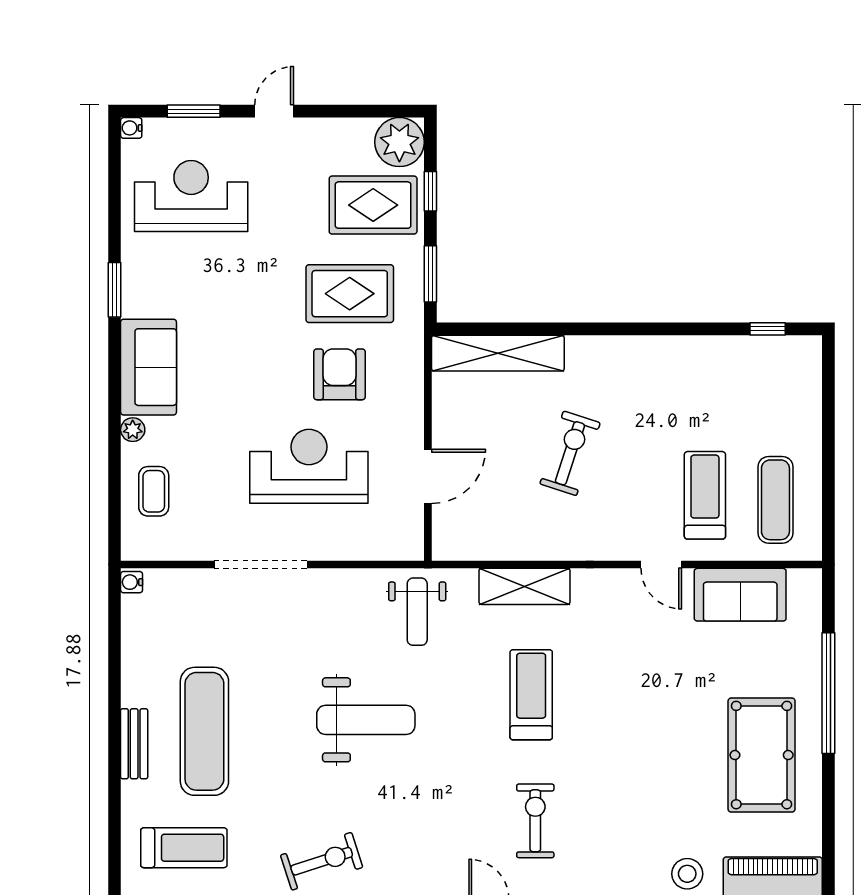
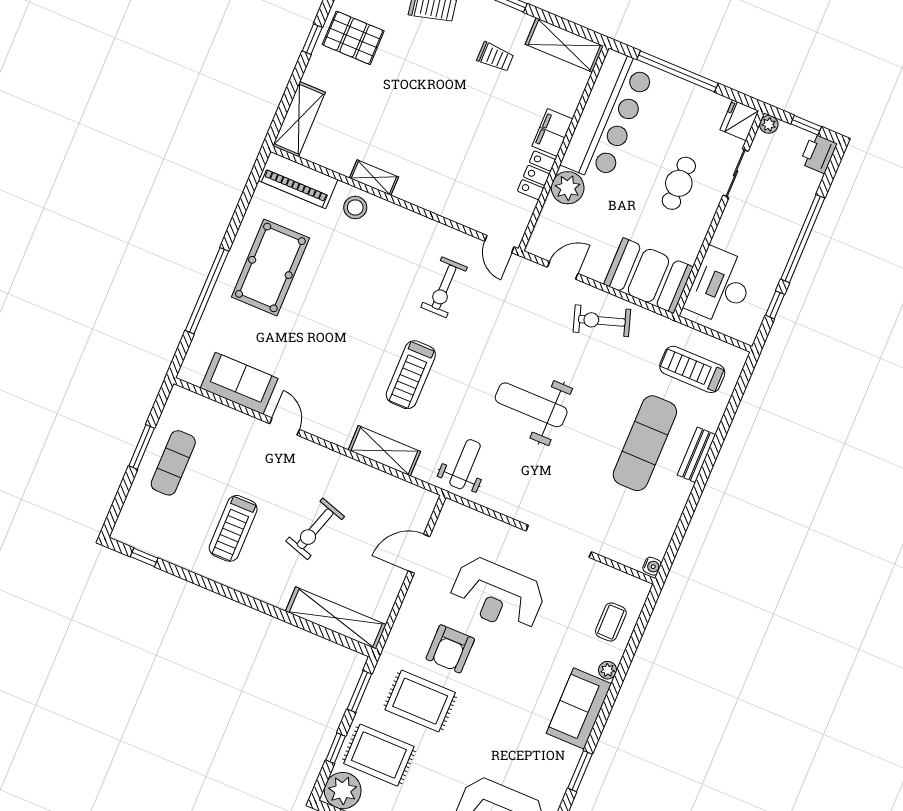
window: (828, 465) -> (142, 447), added
treadmill: (705, 495) -> (233, 528), moved
exercise mat: (775, 500) -> (173, 463), moved

